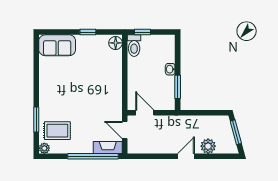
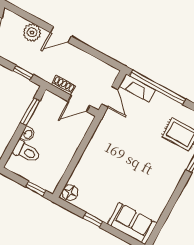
toilet: (134, 46) -> (27, 152), moved, turned 90
door: (145, 113) -> (79, 103), hinge flipped
window: (199, 113) -> (23, 73), added
shoe rack: (164, 120) -> (64, 85), added

